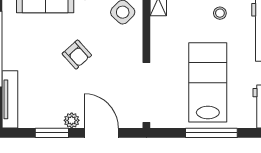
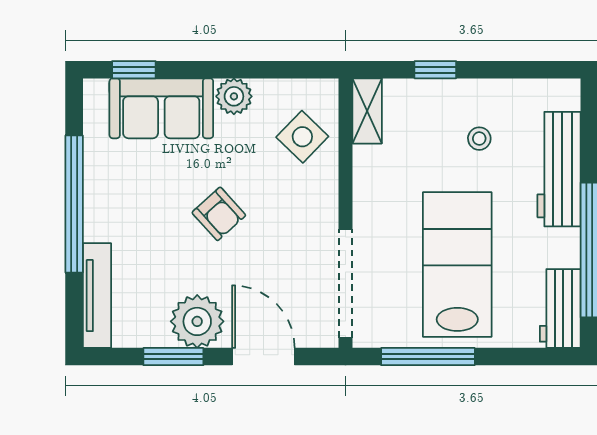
plant: (72, 120) -> (197, 321), width x1.88, depth x1.88
window: (211, 133) -> (428, 357), moved

